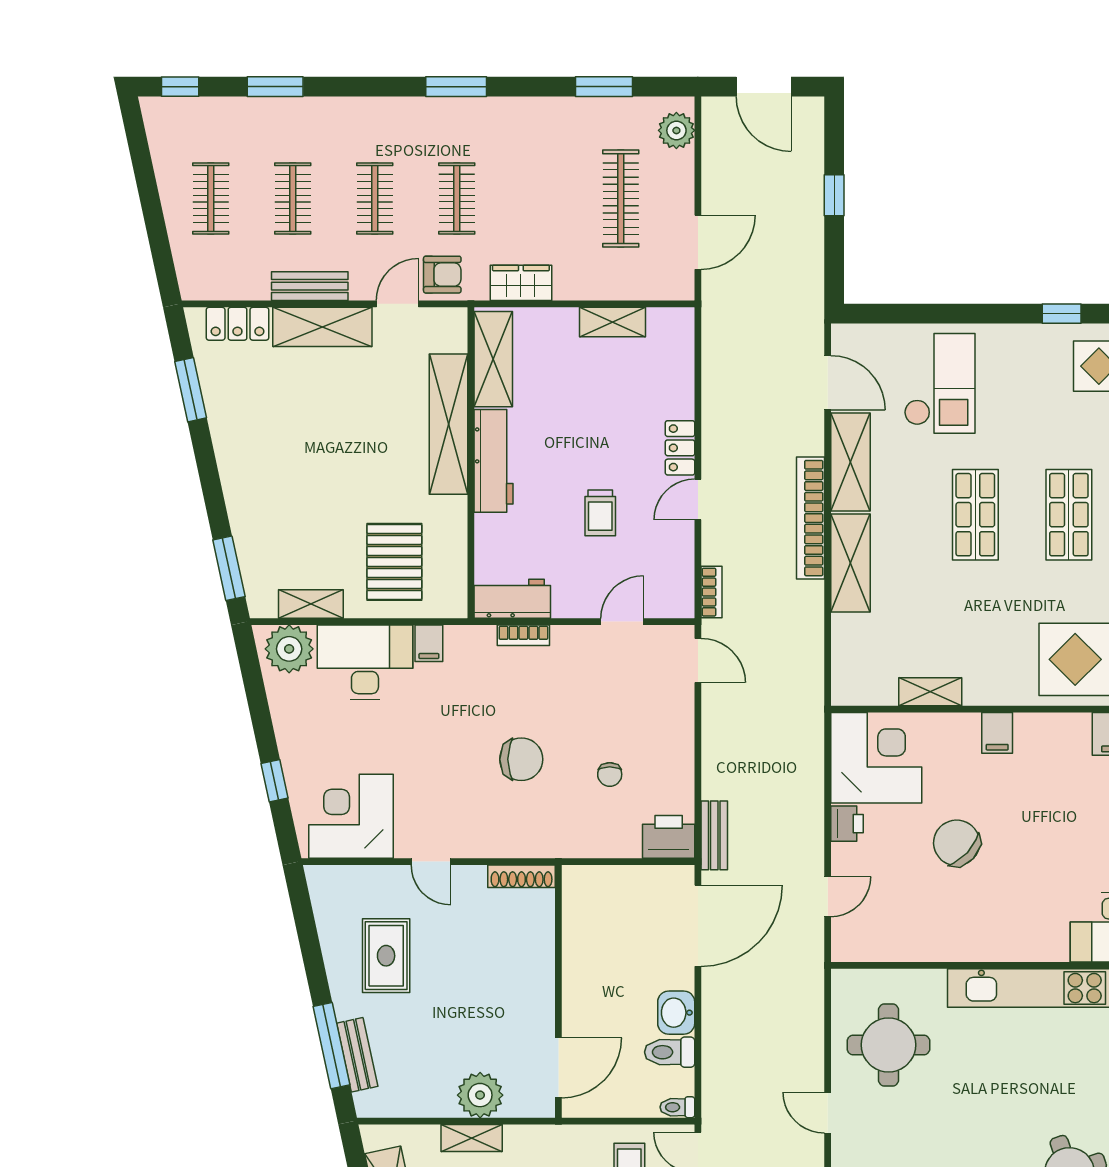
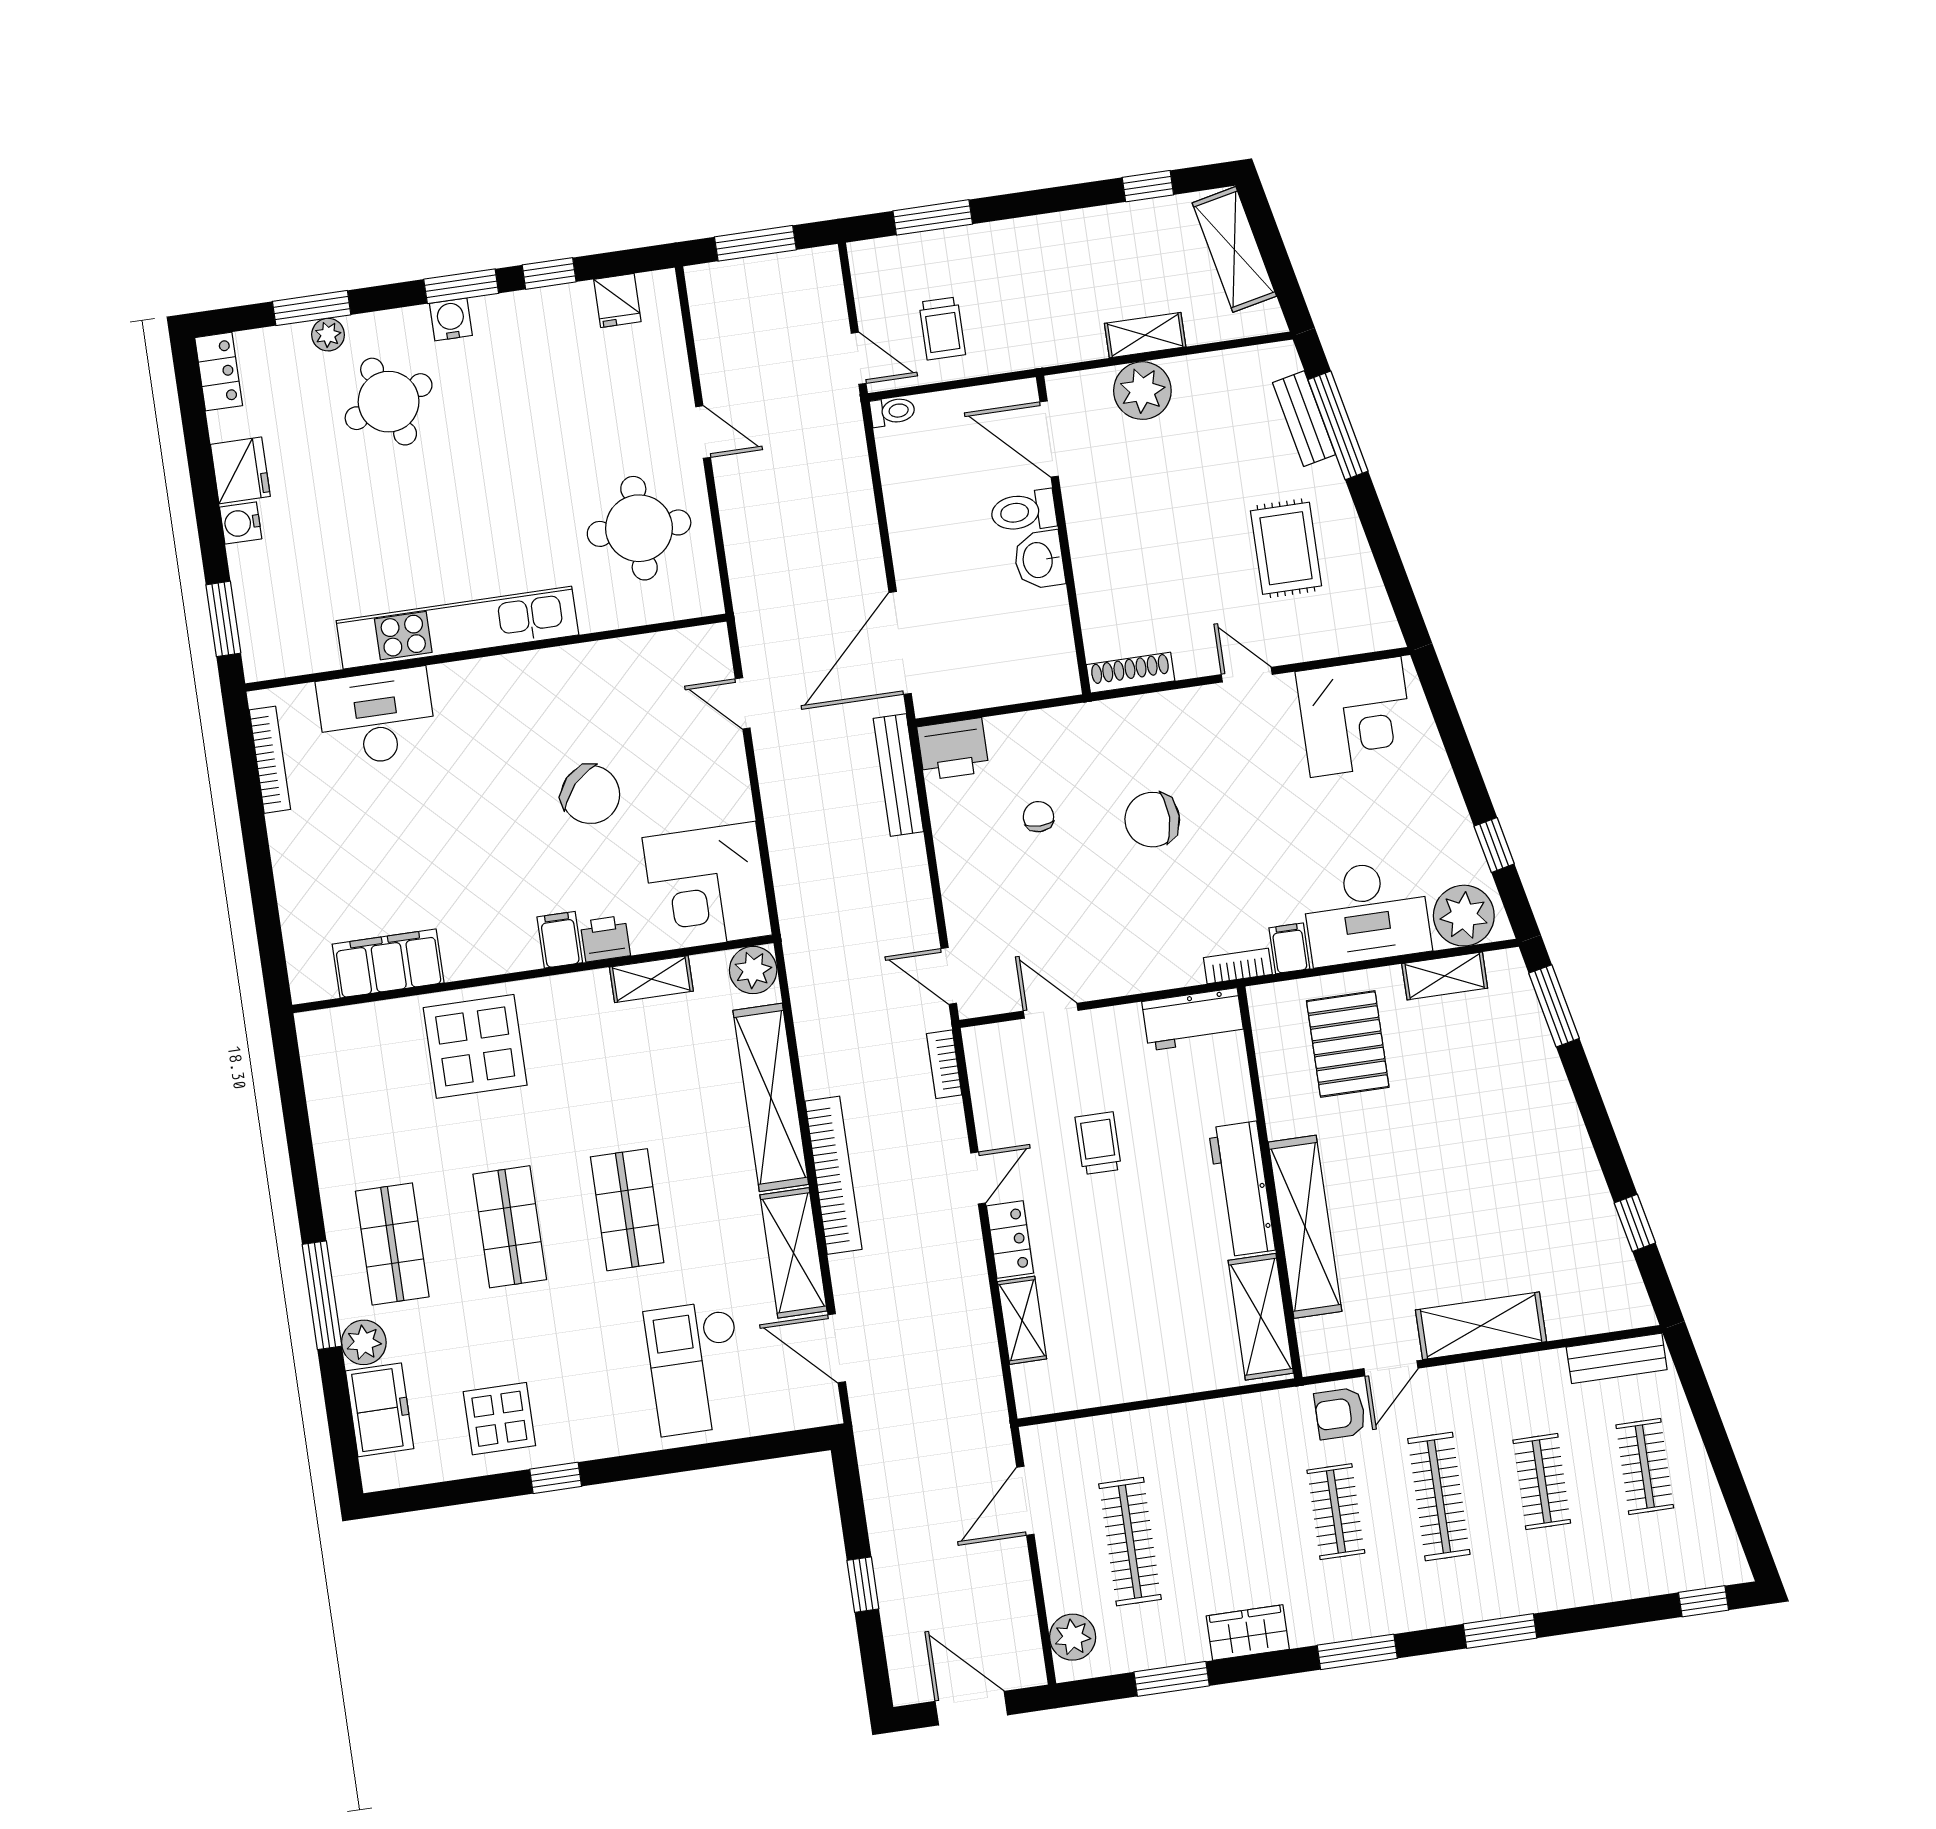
window: (275, 87) -> (1500, 1631), moved
clothes rail: (375, 199) -> (1439, 1497), width x1.36
wardrobe: (521, 283) -> (1248, 1633), moved, turned 180
bench: (310, 286) -> (1617, 1358), moved
shelving: (612, 322) -> (1022, 1320), moved, turned 90
locker: (237, 324) -> (1588, 1314), removed
window: (191, 390) -> (1635, 1223), width x0.67
shelving: (850, 563) -> (771, 1097), width x1.47
door: (622, 622) -> (1051, 1011), swing flipped
bookcase: (523, 635) -> (1238, 966), moved
plant: (850, 687) -> (753, 970), added
window: (275, 781) -> (1494, 845), moved
printer: (847, 824) -> (605, 939), moved, turned 90
bench: (714, 835) -> (898, 775), width x1.36
door: (828, 897) -> (743, 703), hinge flipped
washbasin: (676, 1013) -> (1039, 560), moved, turned 180
toilet: (670, 1052) -> (1023, 511), moved, turned 180
door: (558, 1068) -> (1049, 439), hinge flipped

